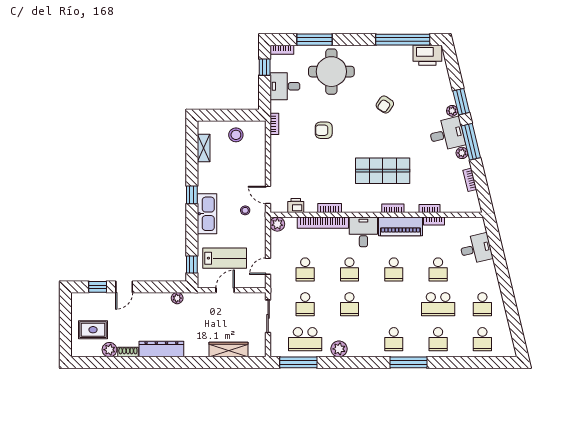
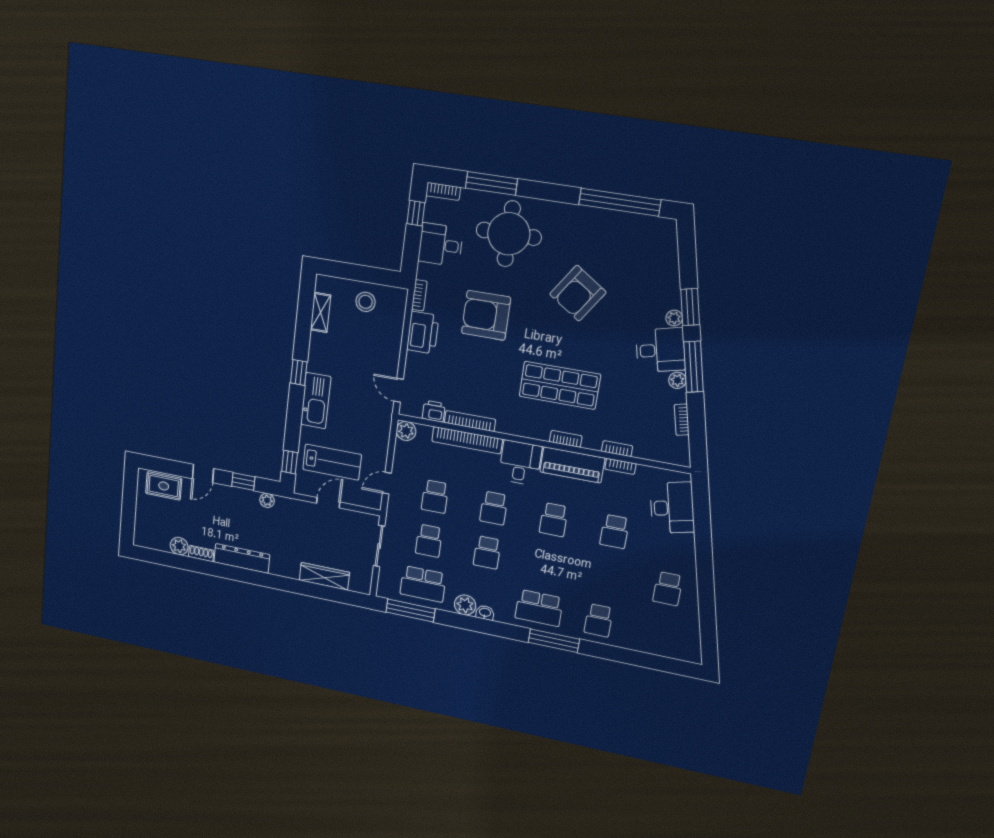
printer: (427, 55) -> (423, 333), moved, turned -90
armchair: (385, 105) -> (578, 293), width x1.88, depth x1.88
armchair: (324, 130) -> (486, 315), width x1.88, depth x1.88
bookcase: (330, 208) -> (470, 421), width x1.56
stool: (245, 210) -> (366, 405), removed
desk: (476, 249) -> (672, 508), width x1.37
window: (98, 287) -> (243, 482), moved
school desk: (438, 304) -> (606, 576), removed
rug: (93, 330) -> (164, 486), moved
school desk: (394, 339) -> (539, 608), width x1.85
school desk: (482, 339) -> (659, 633), removed
washbasin: (355, 352) -> (485, 613), added

